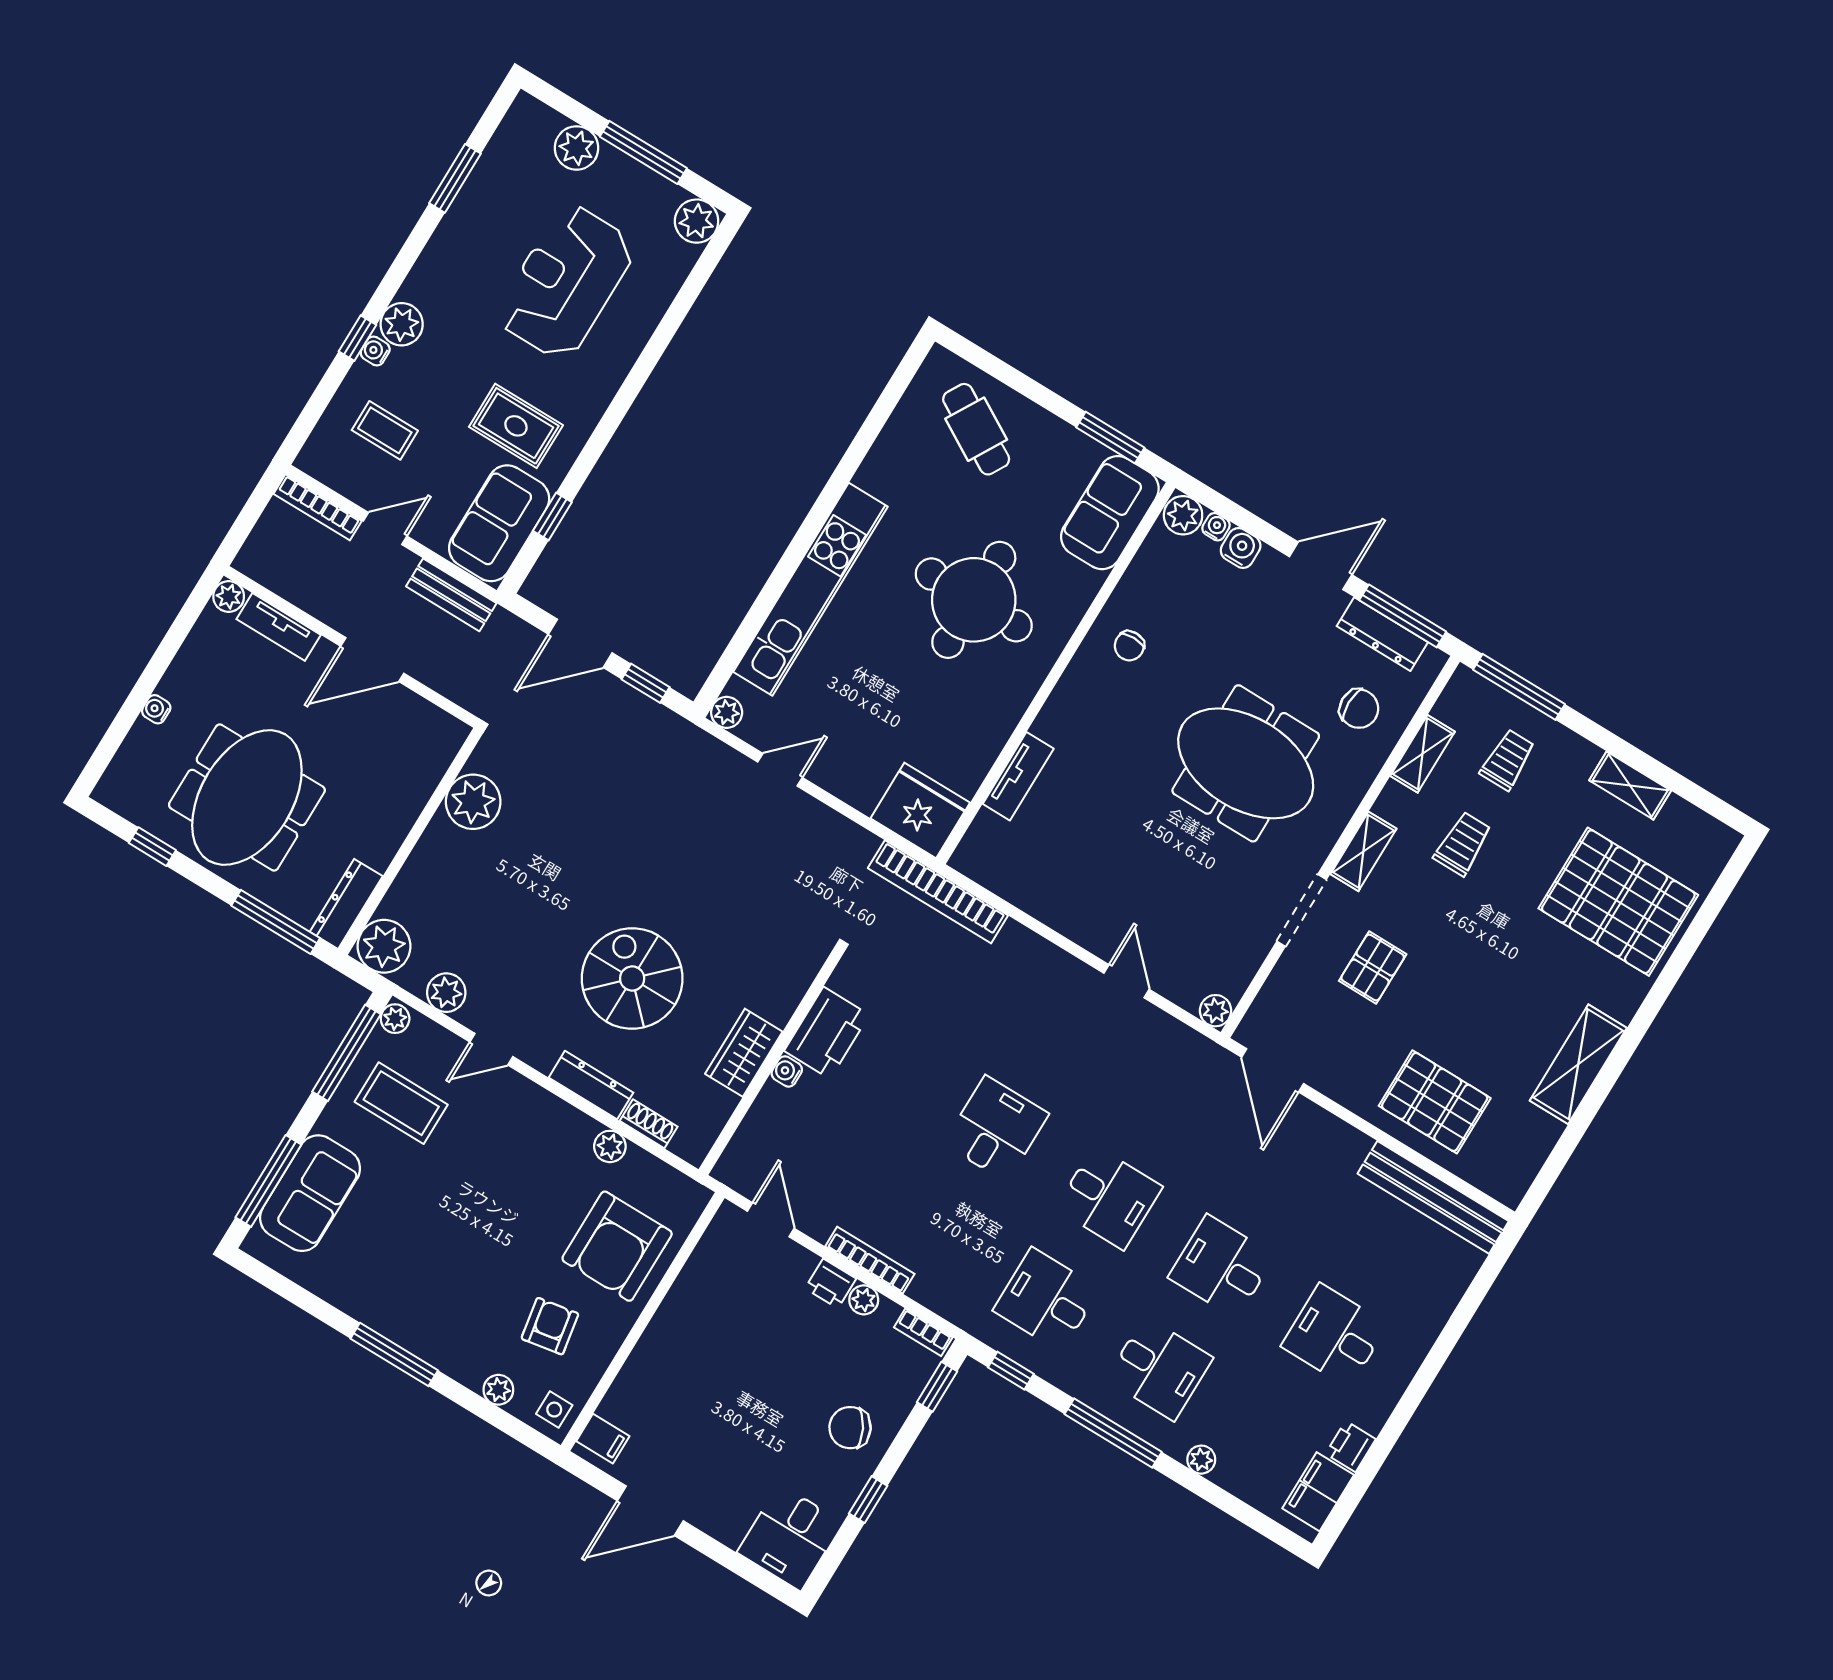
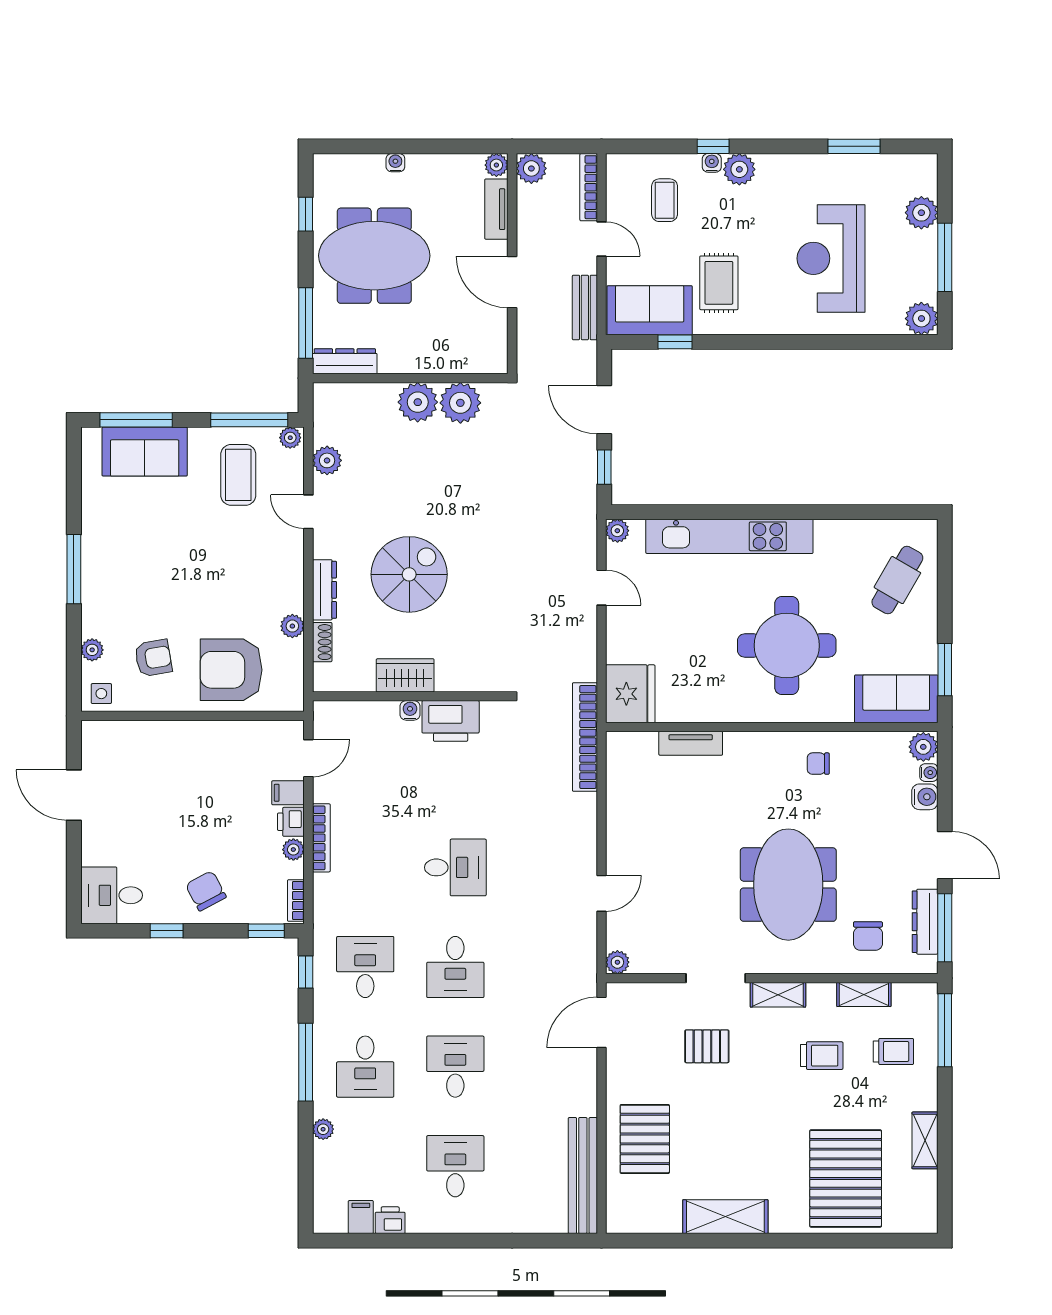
reception desk: (566, 282) -> (831, 258), turned -90
plant: (257, 559) -> (531, 168), added
plant: (384, 946) -> (418, 402), moved
filing cabinet: (603, 1439) -> (288, 793), moved, turned 90
filing cabinet: (1318, 1492) -> (361, 1217), width x0.50

